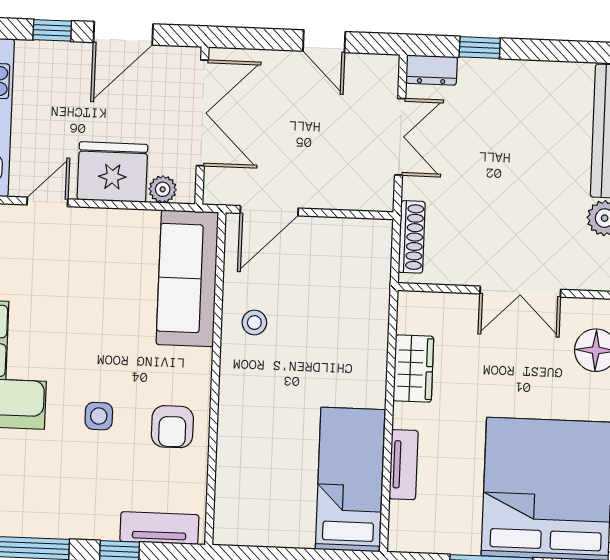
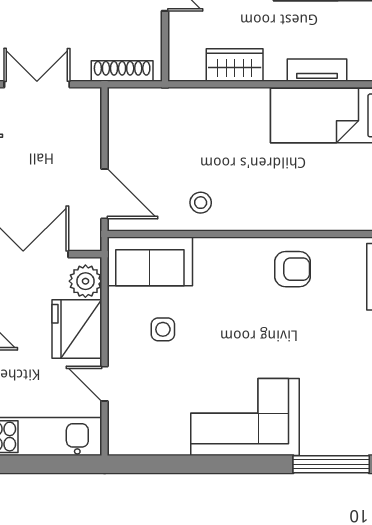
plant: (163, 189) -> (85, 281), width x1.38, depth x1.38
sofa: (187, 278) -> (150, 261), width x0.73
side table: (99, 416) -> (163, 329), moved

